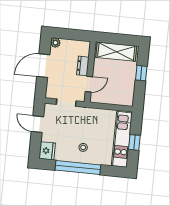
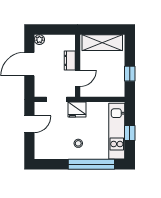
window: (141, 73) -> (130, 74), moved
door: (37, 124) -> (29, 124), swing flipped
fridge: (47, 151) -> (77, 110), moved, turned 90
window: (78, 167) -> (91, 164), moved

